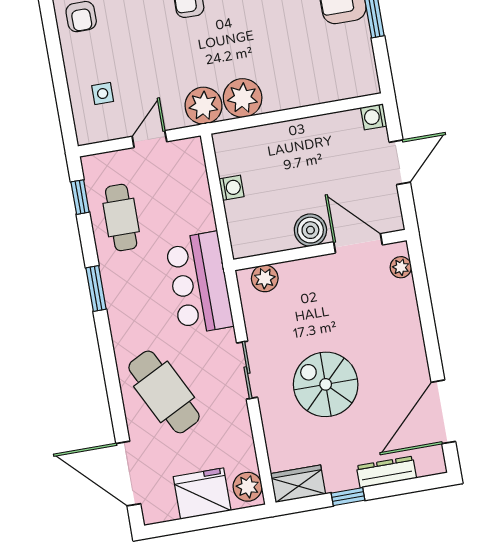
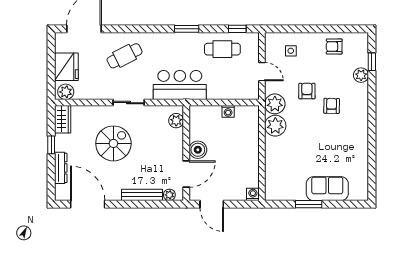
armchair: (170, 52) -> (307, 91), added
door: (400, 162) -> (212, 204), moved
bench: (410, 317) -> (142, 195), added
cafe table: (164, 392) -> (125, 56), width x0.73, depth x0.74

